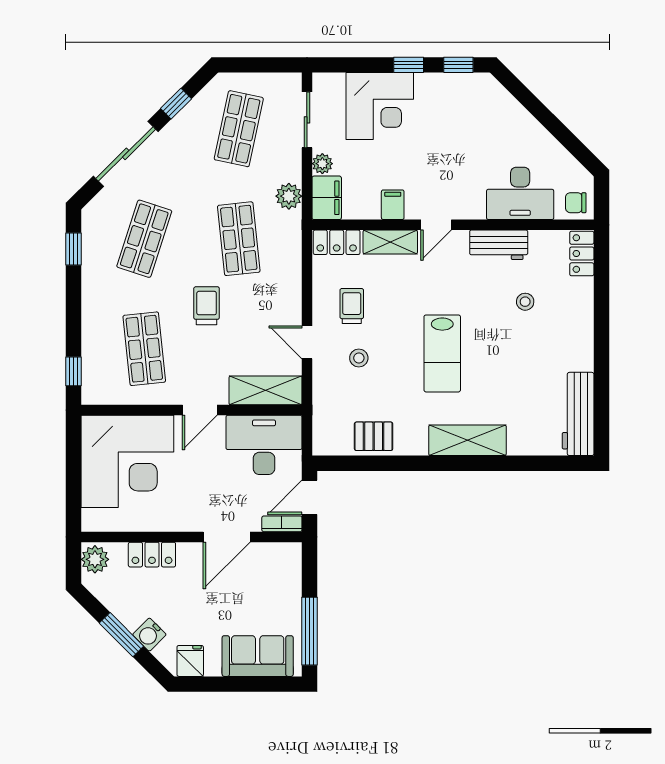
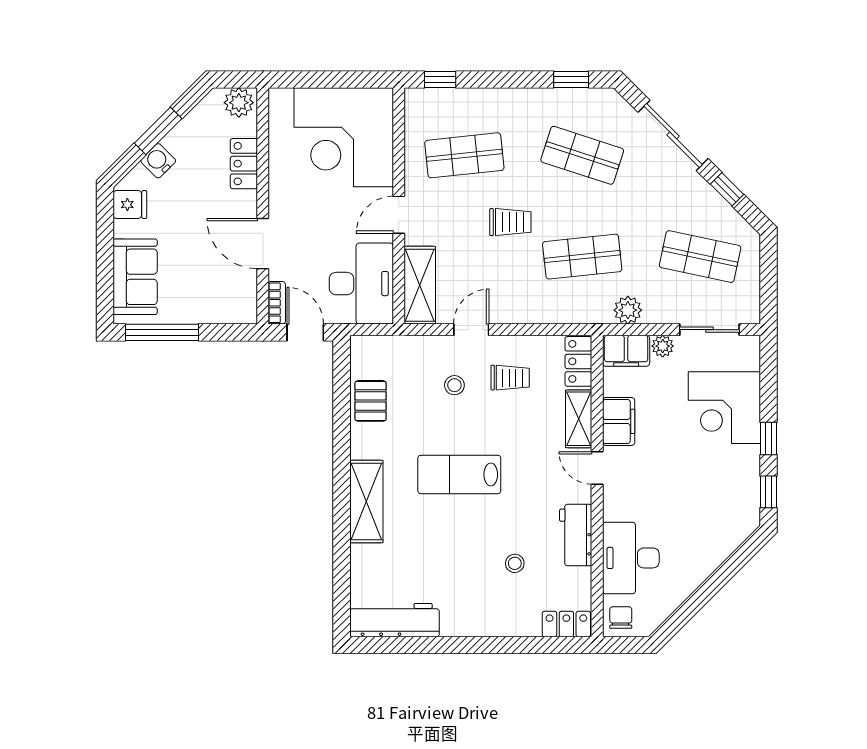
filing cabinet: (393, 205) -> (619, 421), width x2.00
door: (200, 410) -> (399, 215), hinge flipped

